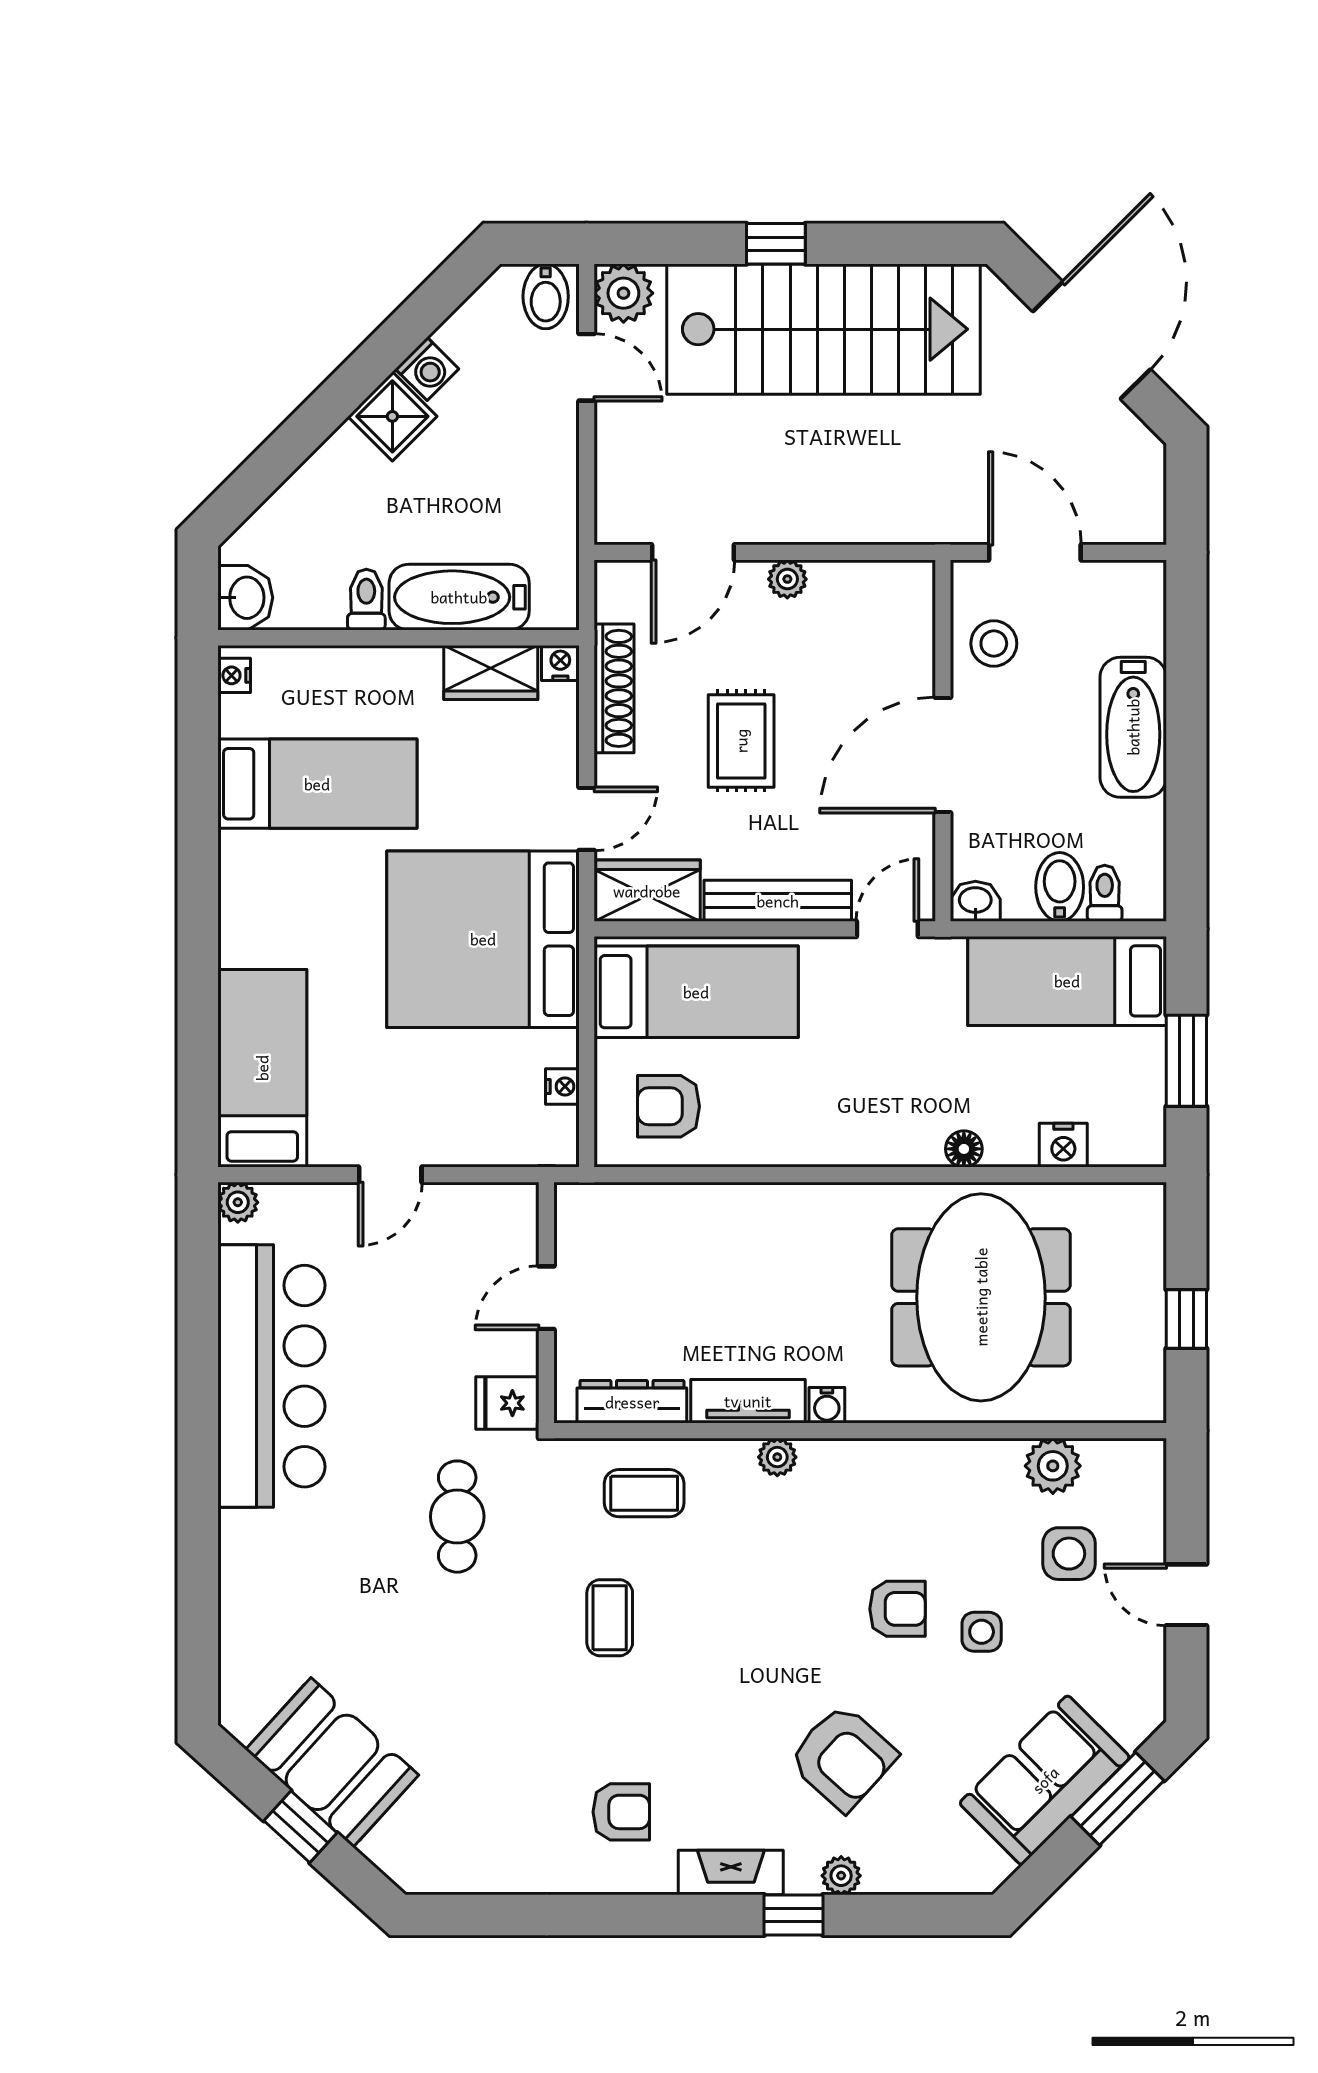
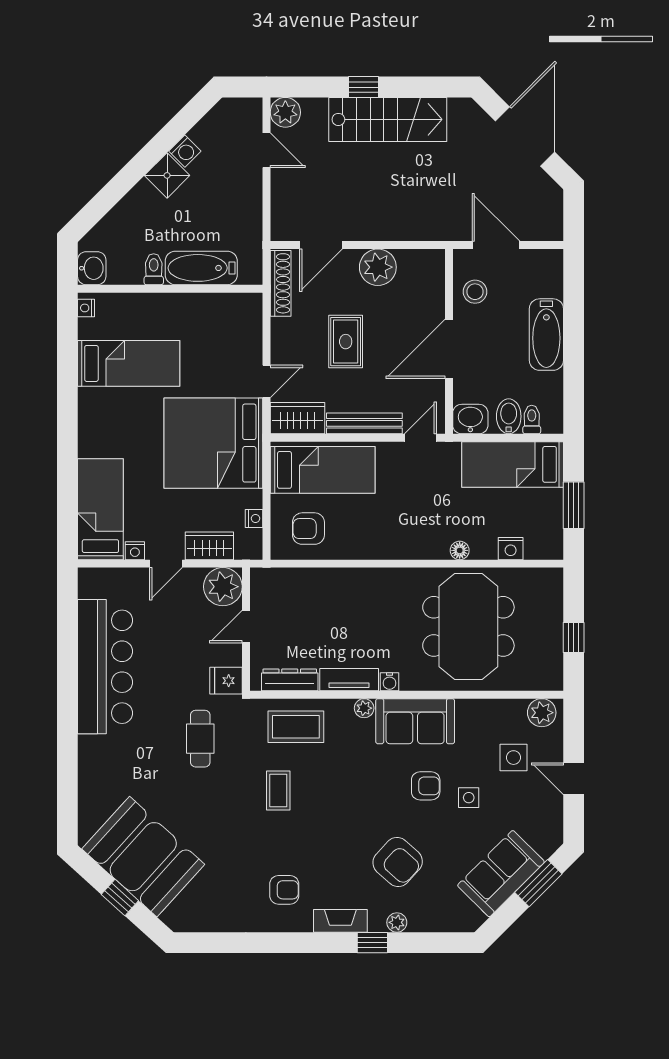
bidet: (546, 296) -> (246, 114), removed
stairs: (823, 329) -> (388, 119), width x0.73, depth x0.66
plant: (787, 579) -> (378, 267), width x1.88, depth x1.88
nightstand: (560, 663) -> (135, 551), moved, turned 180
wardrobe: (491, 672) -> (209, 546), moved, turned 180
shoe rack: (614, 688) -> (281, 283), moved
washbasin: (975, 901) -> (470, 419), width x1.38, depth x1.45
plant: (238, 1202) -> (223, 587), moved, width x1.88, depth x1.88
plant: (1053, 1466) -> (542, 713), moved
sofa: (877, 1483) -> (415, 721), added
coffee table: (644, 1493) -> (296, 727), width x1.36, depth x1.30
booth: (332, 1762) -> (143, 857), width x1.36, depth x1.42

